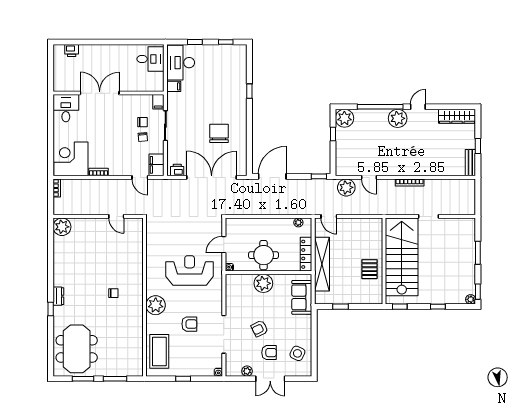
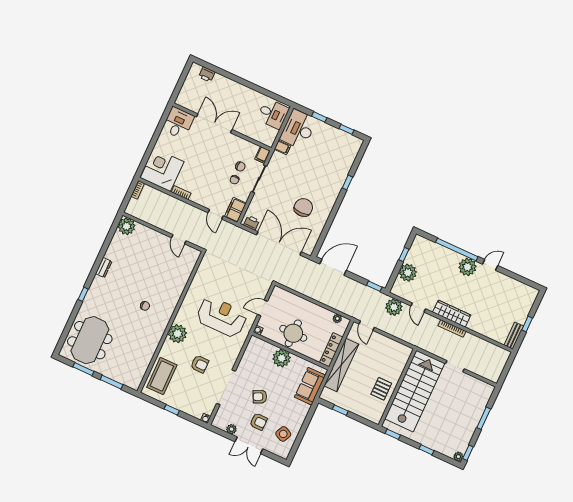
wardrobe: (457, 116) -> (452, 314), moved, turned 180
plant: (344, 118) -> (408, 273), moved
dresser: (58, 296) -> (104, 267), moved

